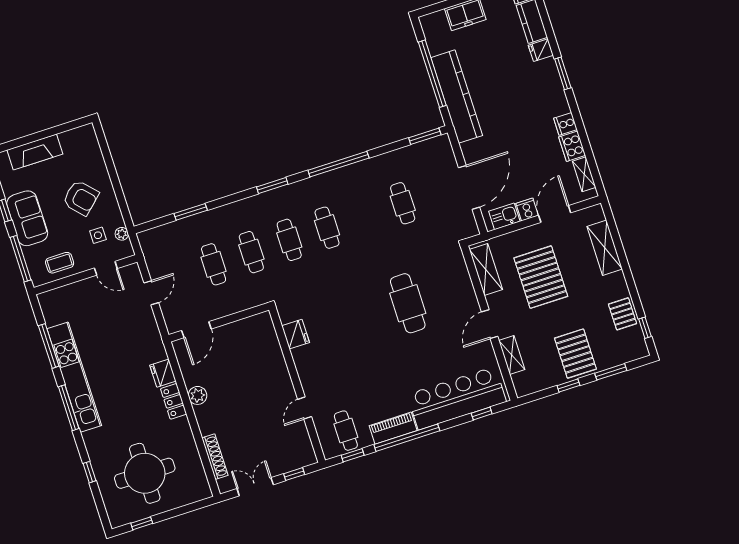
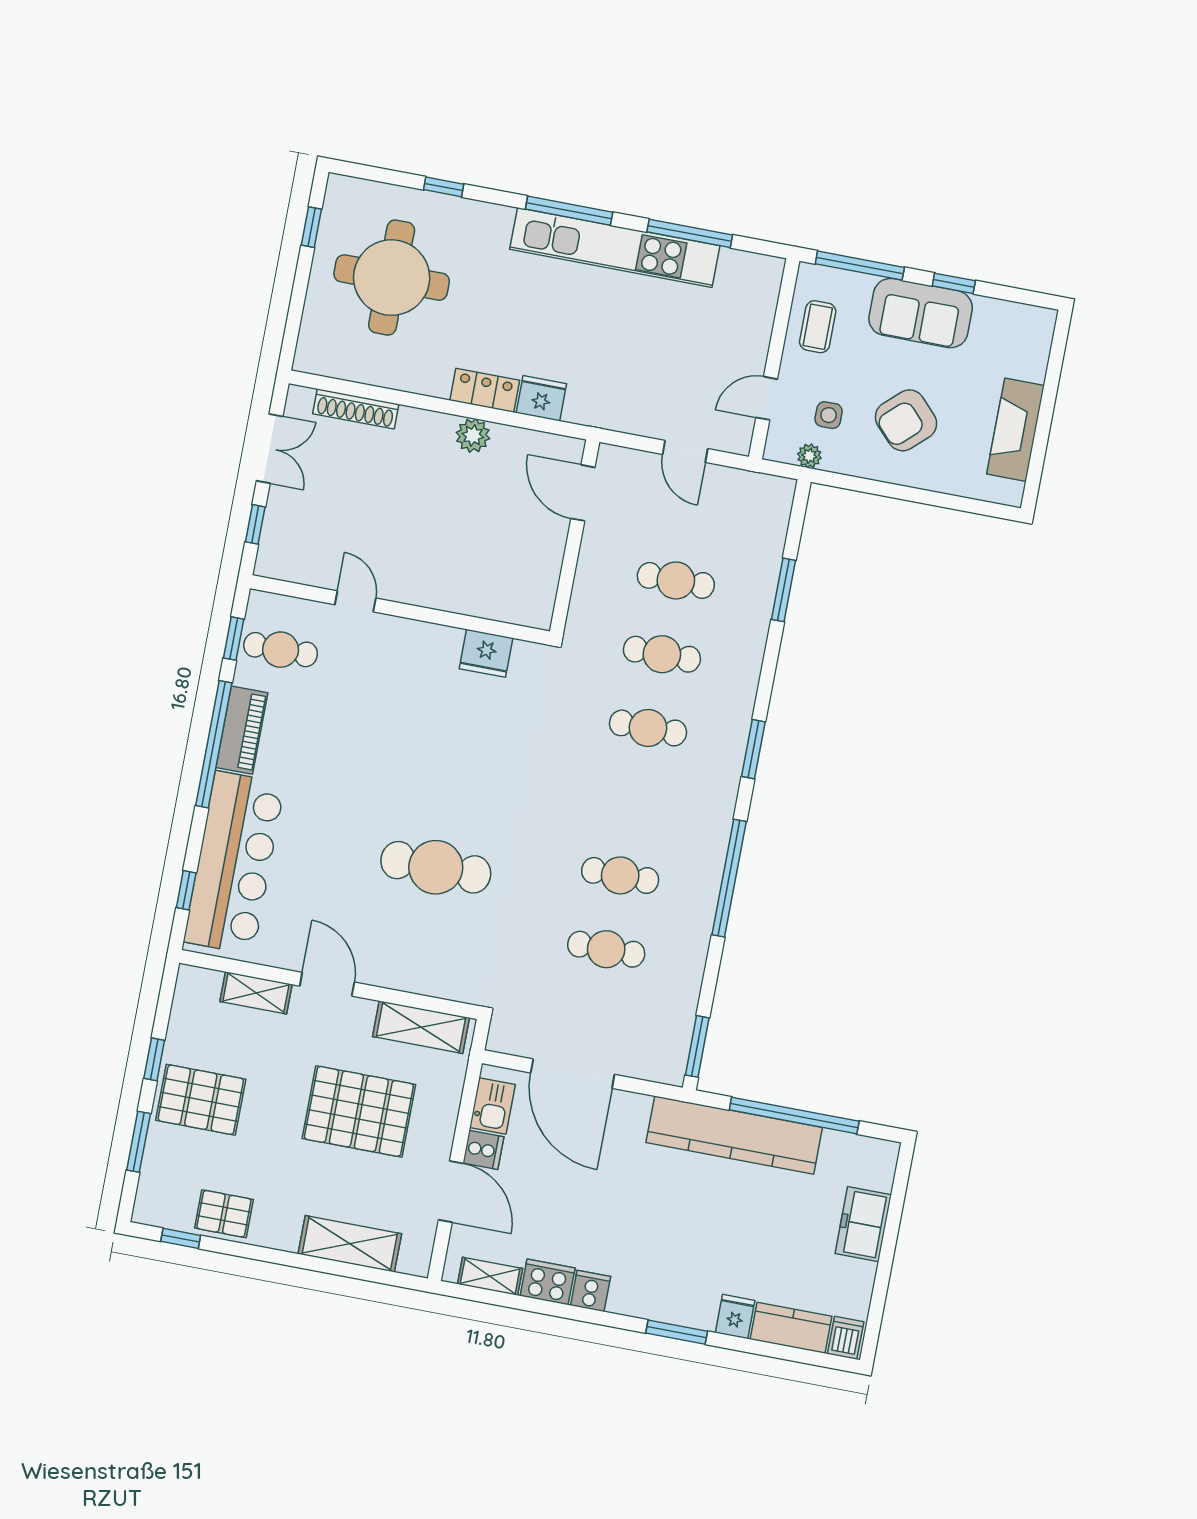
fireplace: (35, 152) -> (1015, 430), moved
cafe table: (327, 228) -> (620, 875), moved

